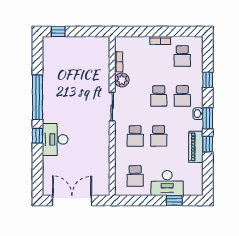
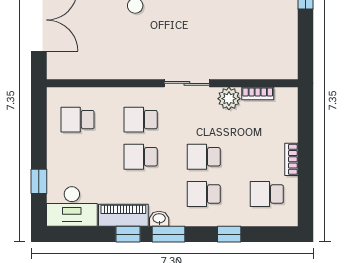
washbasin: (198, 114) -> (159, 219), moved
desk: (167, 183) -> (72, 206), moved, turned -90

